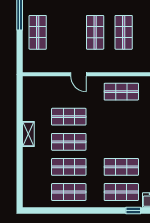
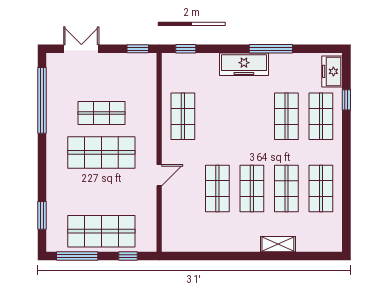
shop shelf: (38, 32) -> (101, 231), width x1.43, depth x1.36
shop shelf: (95, 32) -> (101, 152), width x1.43, depth x1.36
window: (20, 52) -> (128, 256), added
shelving: (28, 134) -> (278, 244), moved

